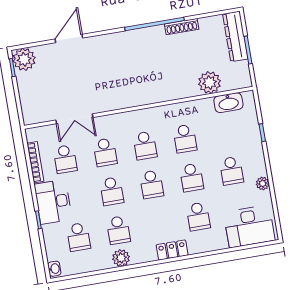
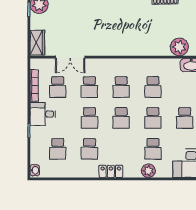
wardrobe: (30, 108) -> (37, 43), added
desk: (53, 202) -> (43, 114), width x0.73
locker: (172, 250) -> (111, 171), moved
plant: (121, 258) -> (148, 171), moved

